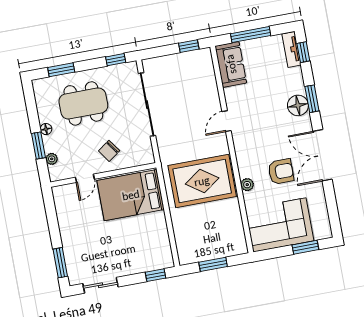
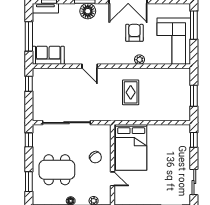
dining table: (83, 103) -> (57, 170), turned 90
rug: (202, 181) -> (131, 92), width x0.54, depth x0.49
window: (305, 247) -> (194, 25), width x1.44

